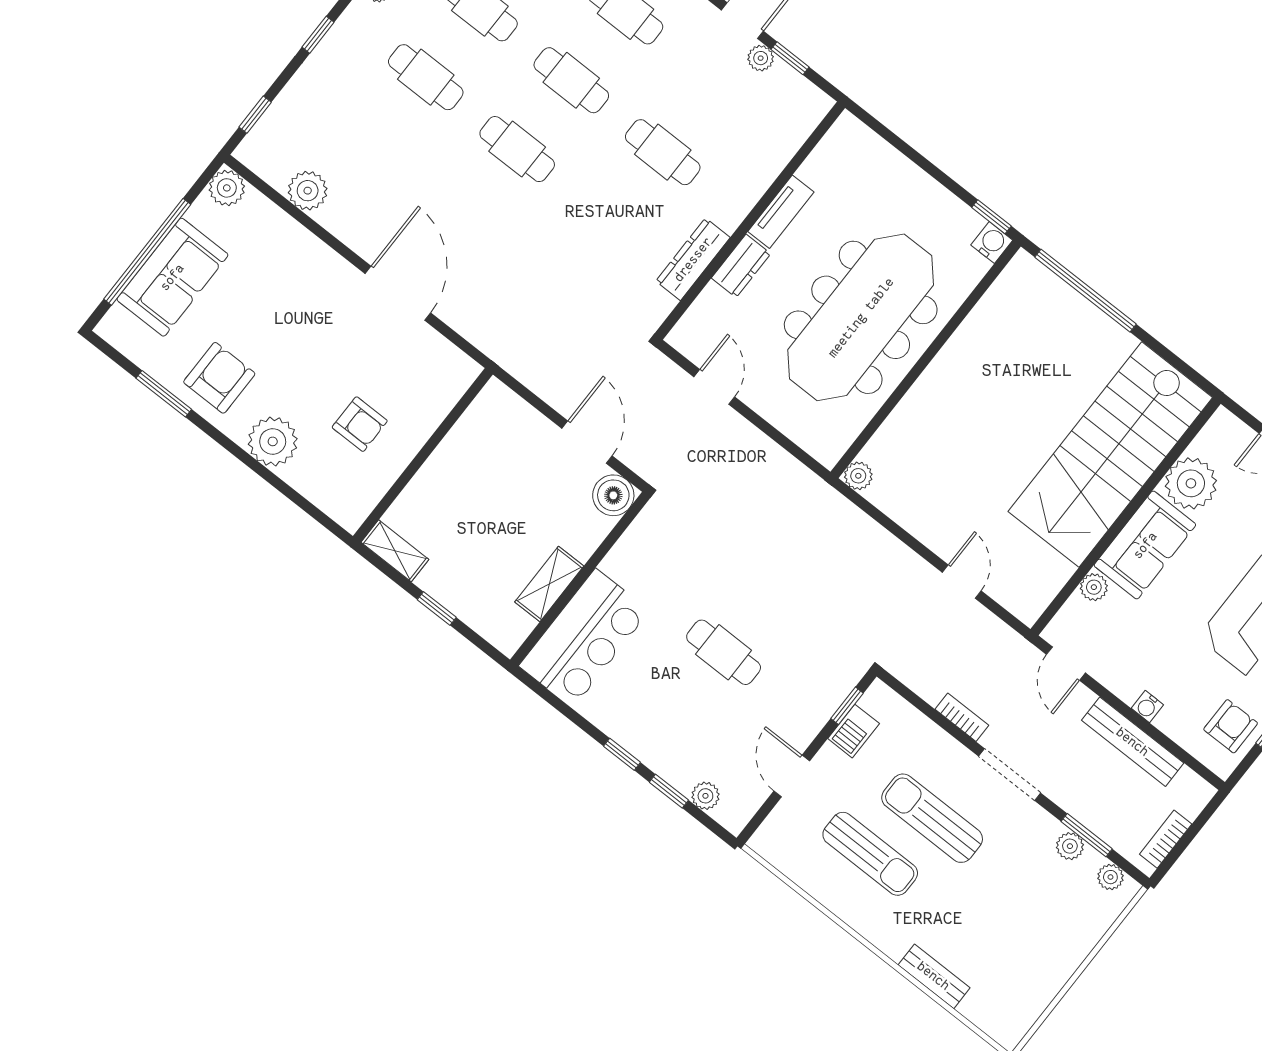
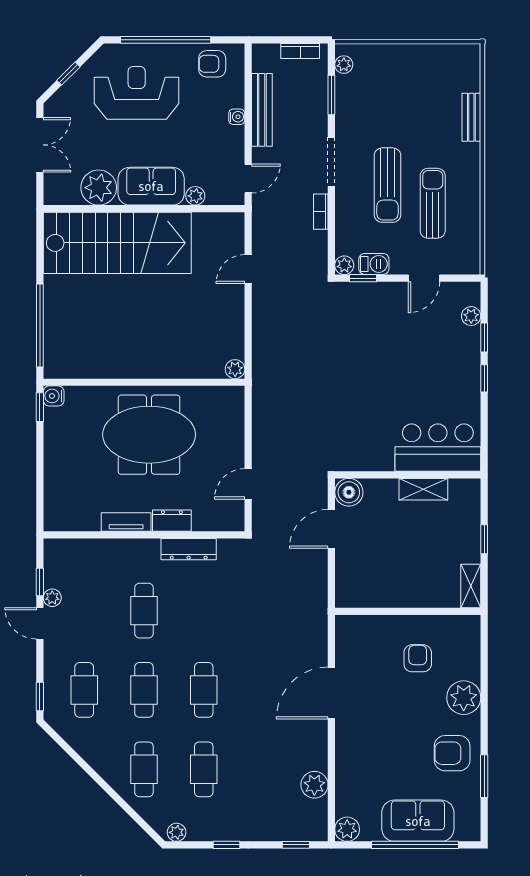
meeting table: (861, 317) -> (149, 435), width x0.73
cafe table: (724, 652) -> (387, 367), removed
plant: (1070, 846) -> (344, 265), moved

